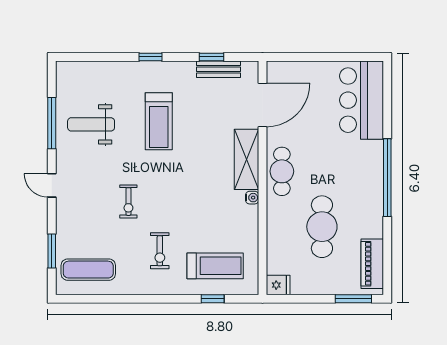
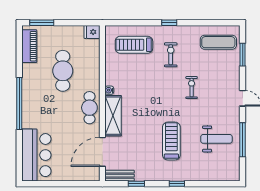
bench: (218, 69) -> (120, 176), moved
window: (213, 299) -> (169, 23), moved

